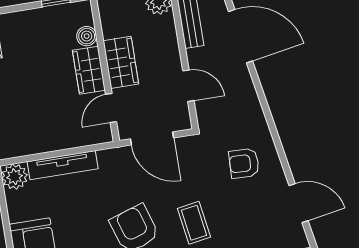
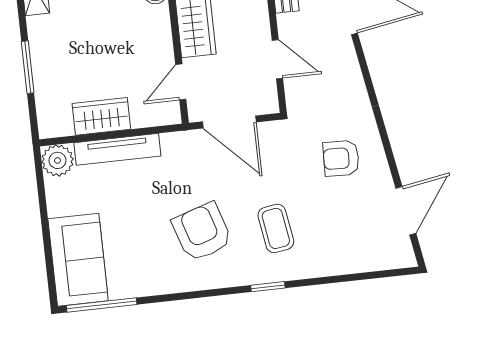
wardrobe: (89, 70) -> (101, 116), moved, turned 90
door: (299, 203) -> (406, 211), hinge flipped

